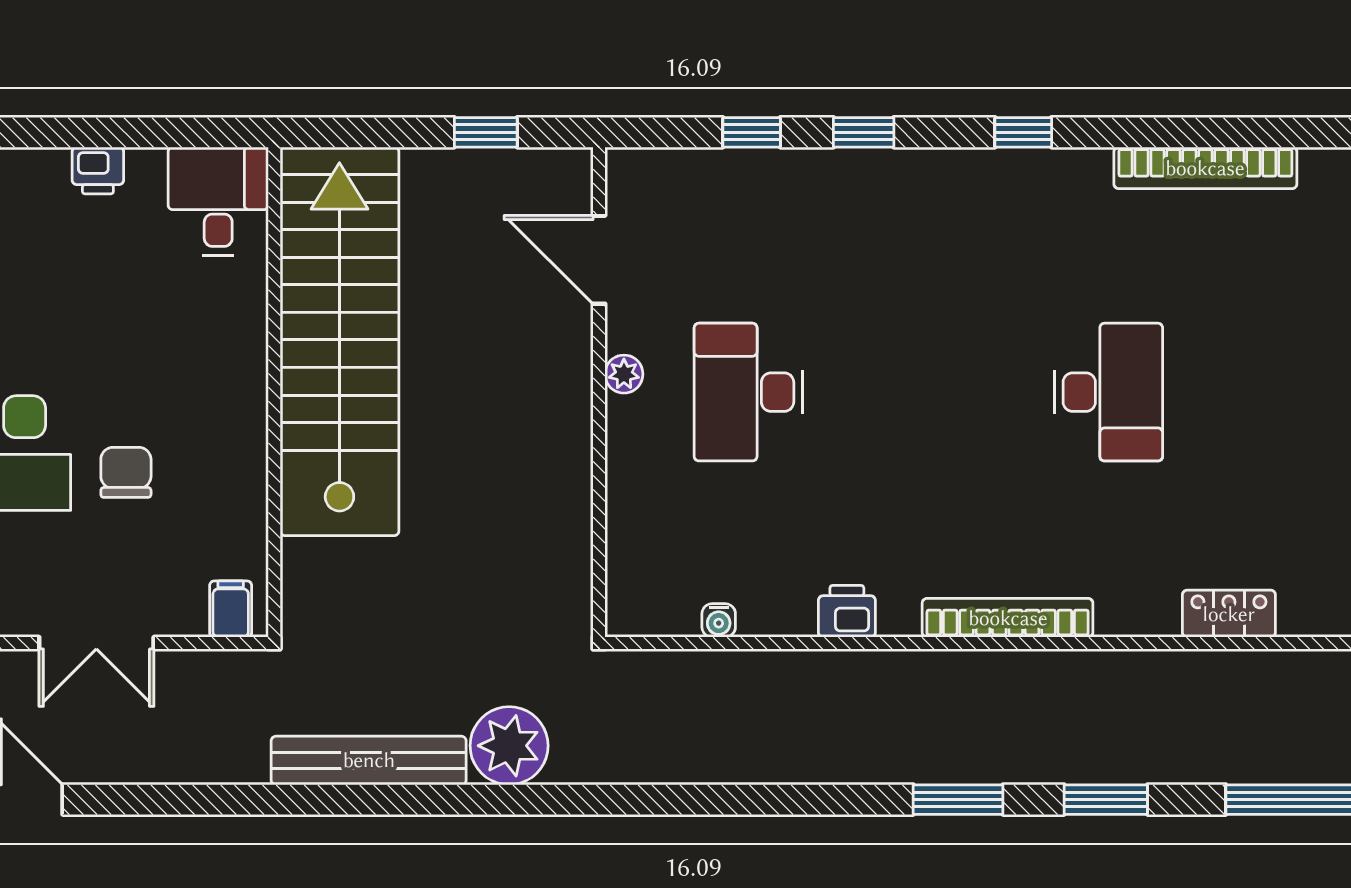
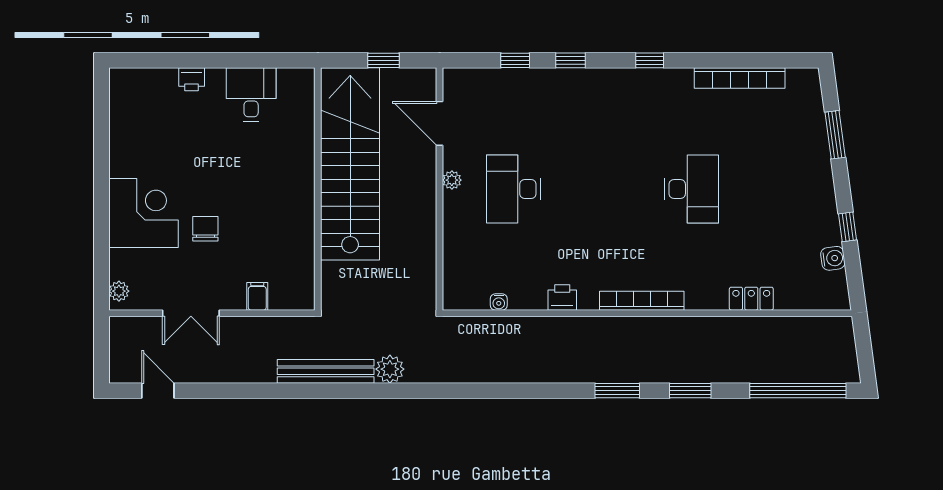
stairs: (339, 341) -> (350, 164), moved
wall: (274, 392) -> (318, 189), moved
plant: (509, 746) -> (390, 369), width x0.73, depth x0.73

